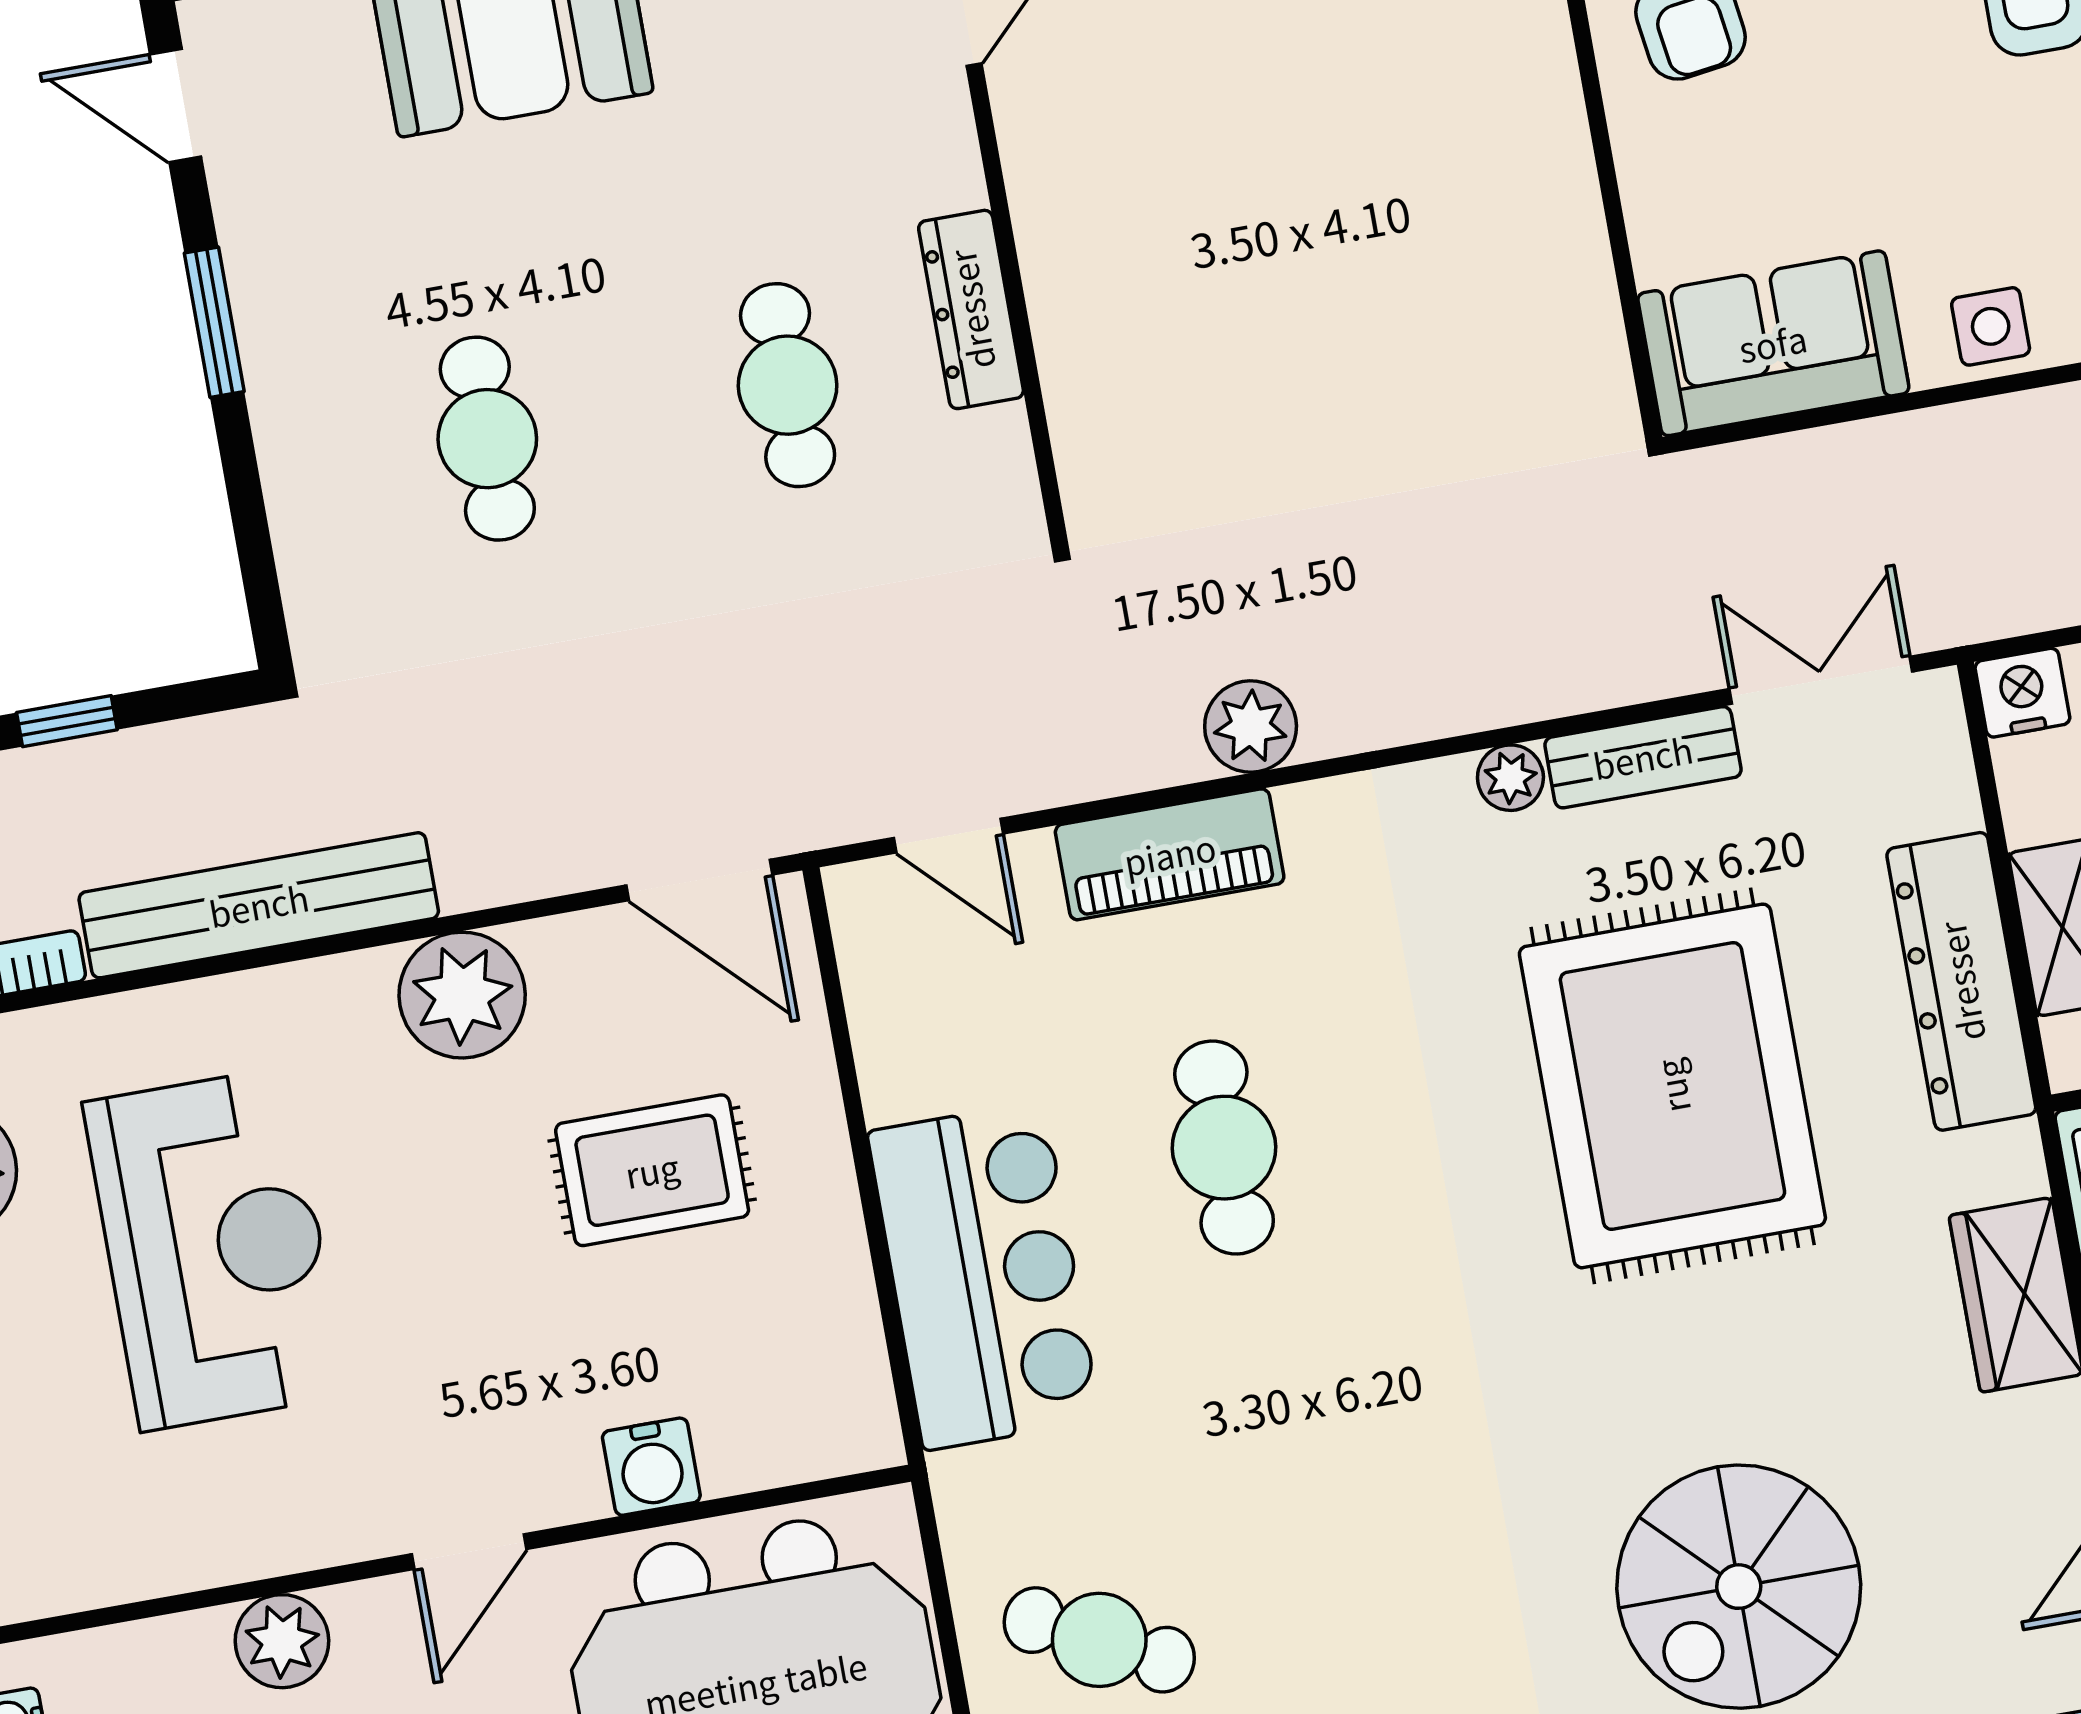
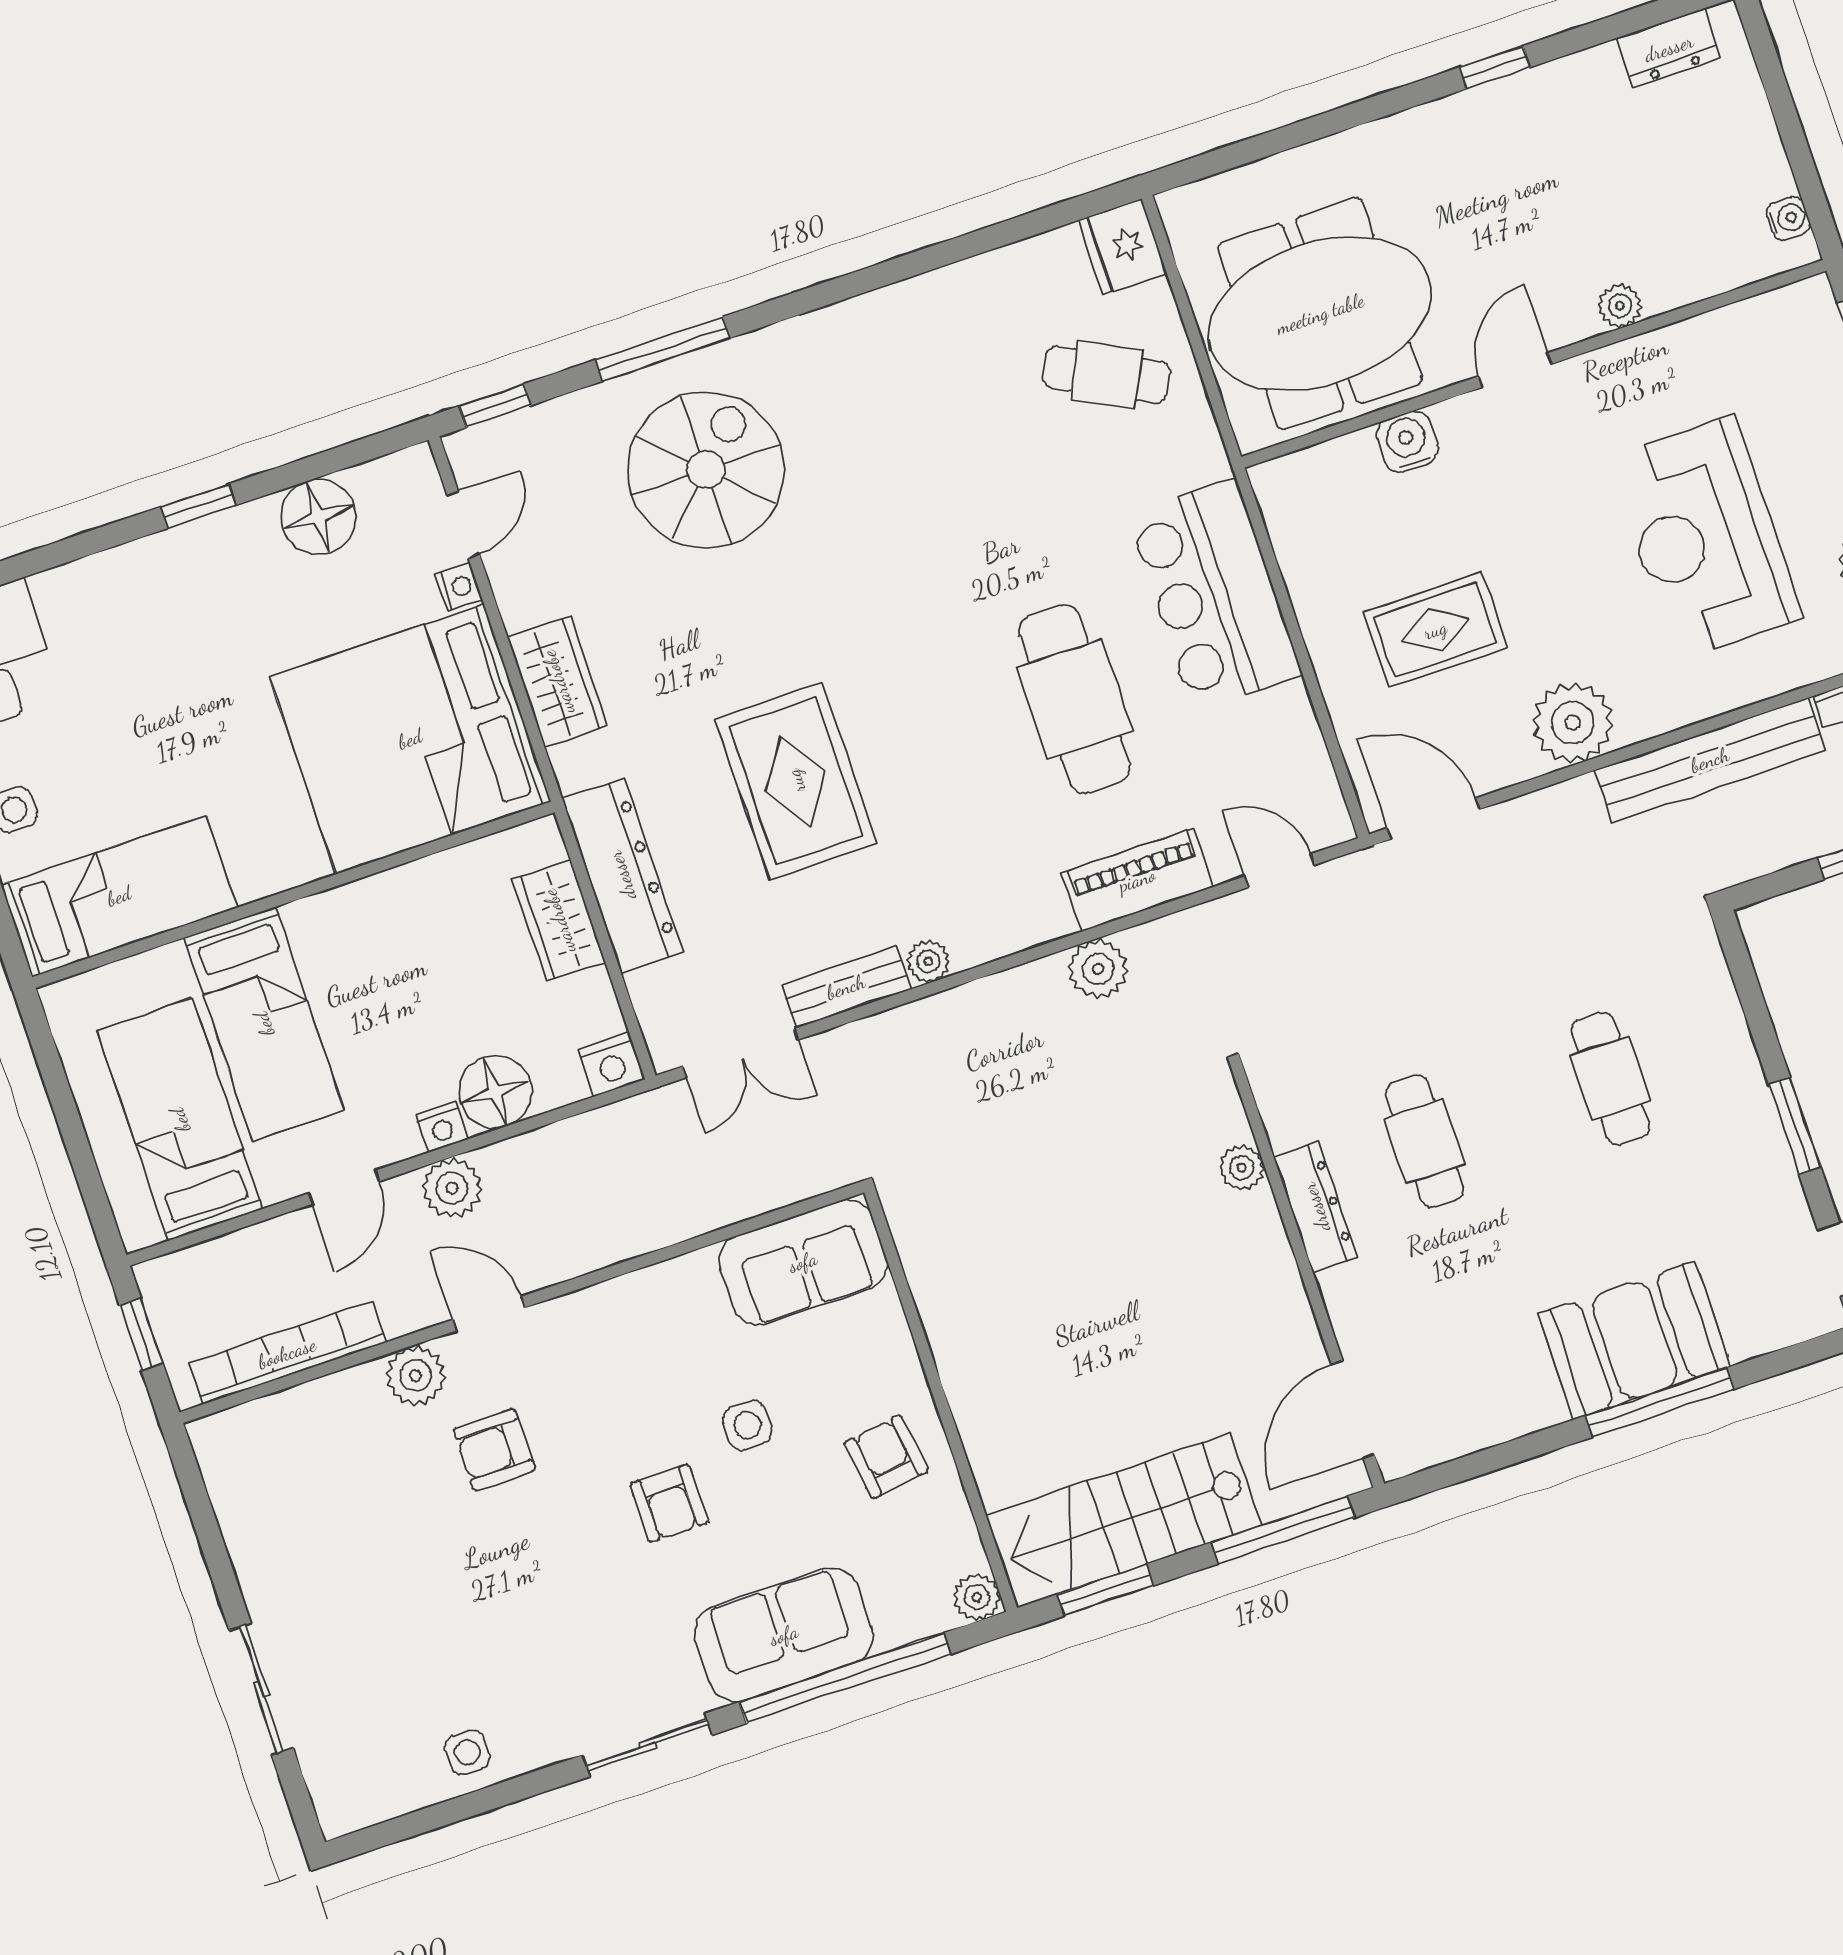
side table: (1991, 326) -> (747, 1425), moved
plant: (1076, 387) -> (1242, 1168), added
rug: (1672, 1086) -> (796, 781), width x0.73, depth x0.69
cafe table: (1224, 1148) -> (1075, 699), width x1.37, depth x1.35
plant: (282, 1641) -> (1620, 306), width x0.73, depth x0.73

